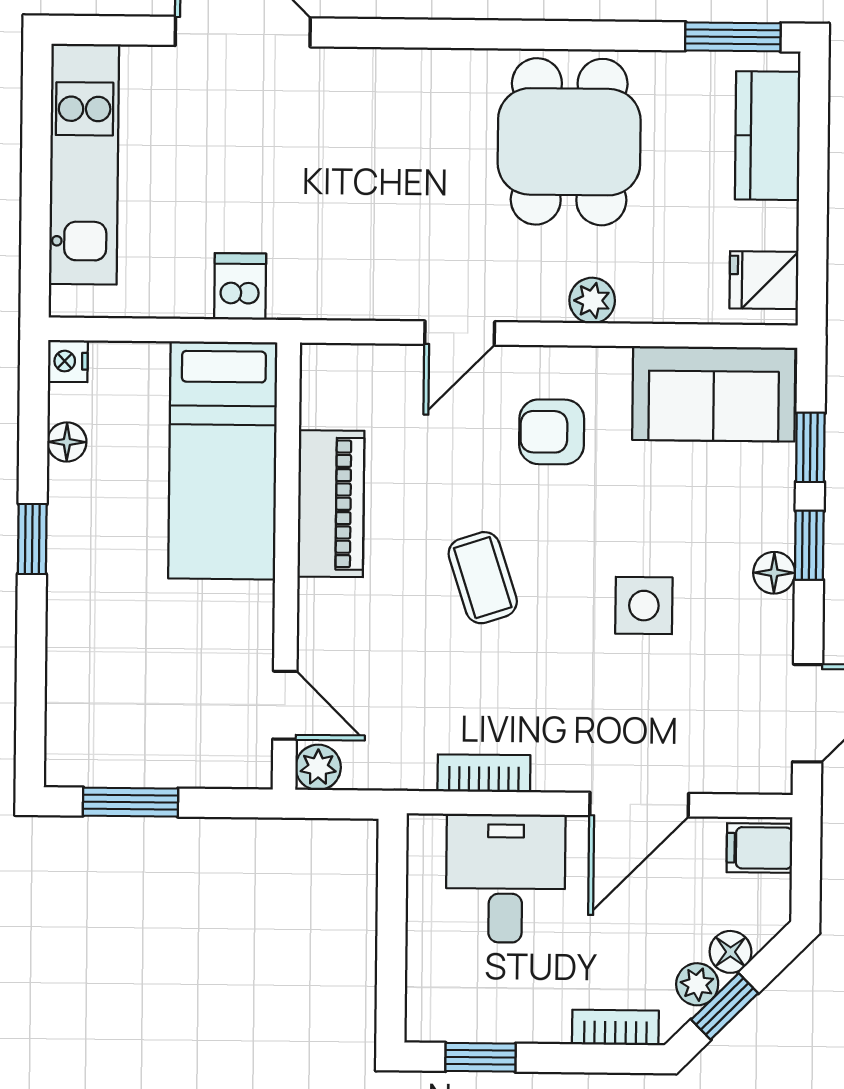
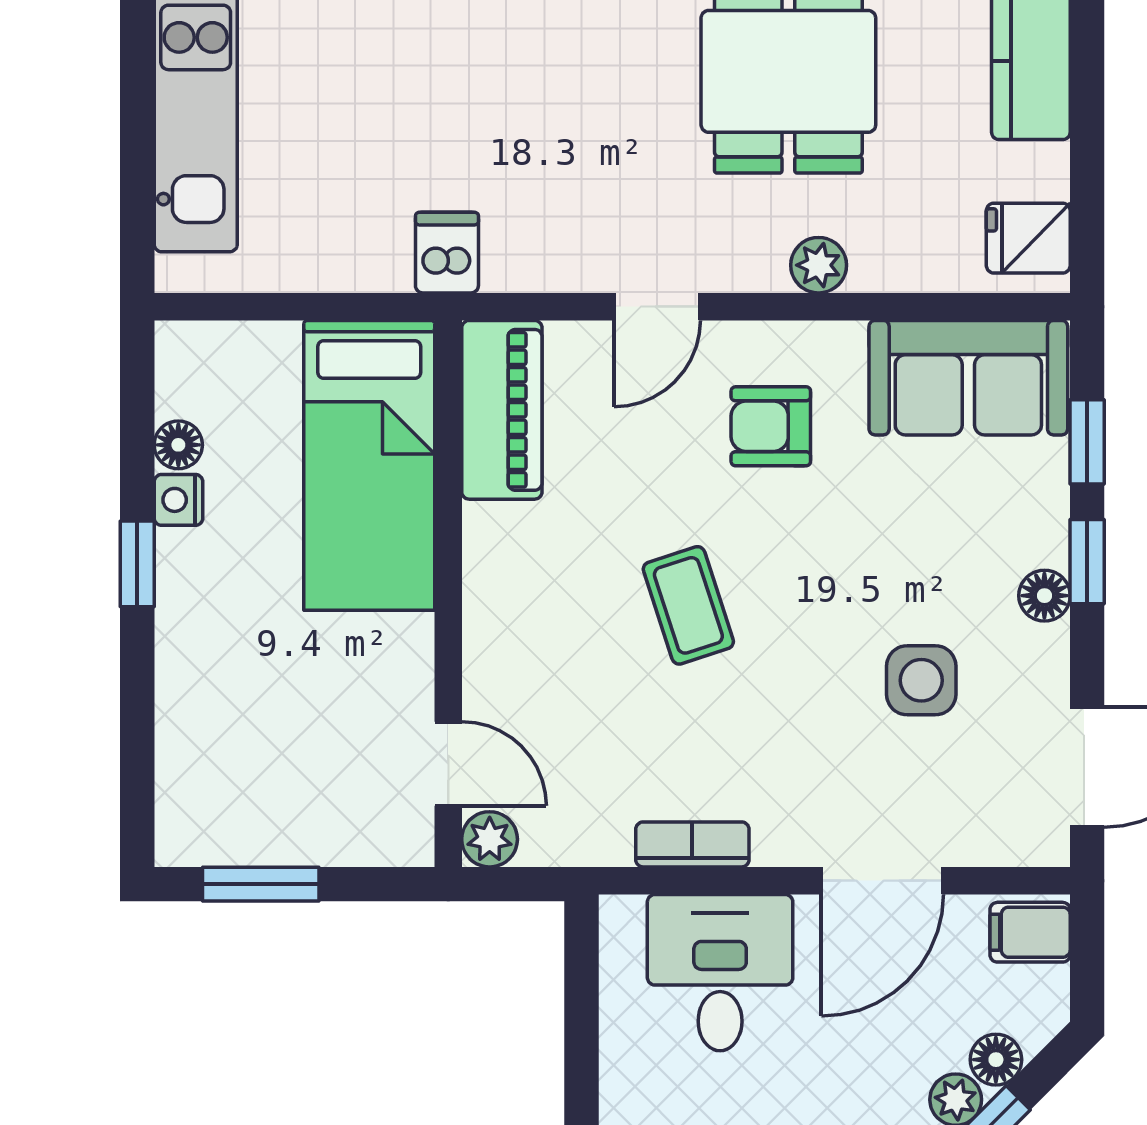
dishwasher: (240, 286) -> (447, 253), moved
nightstand: (68, 361) -> (178, 500), moved
piano: (331, 504) -> (502, 410), moved
side table: (644, 606) -> (921, 680), moved

